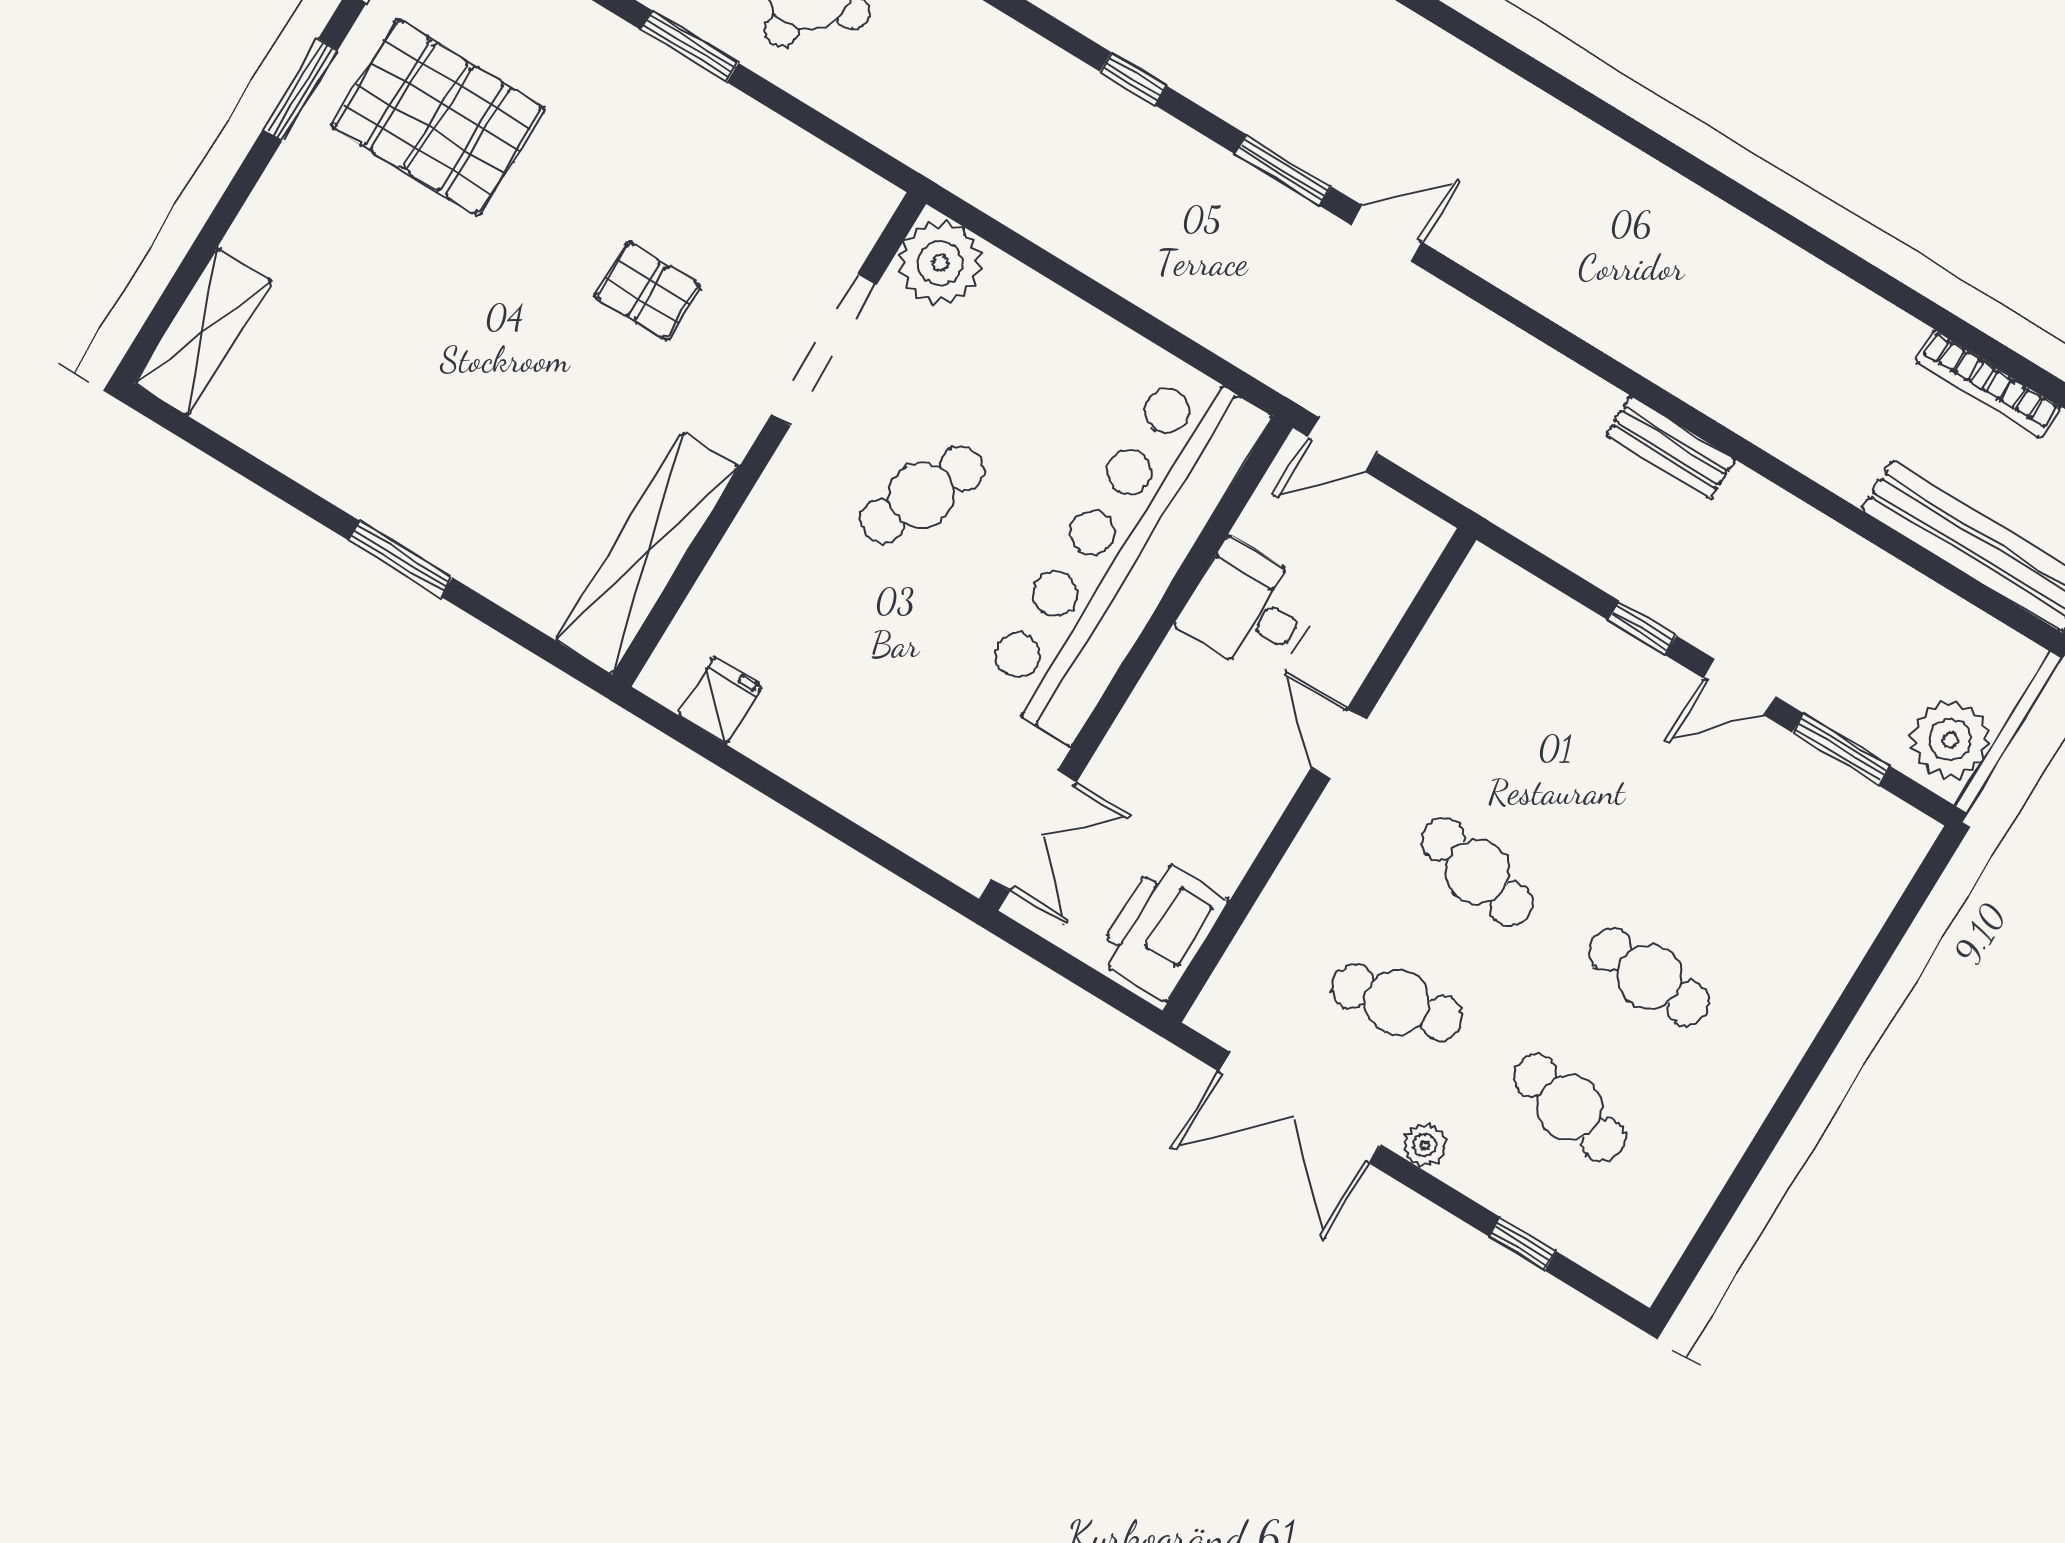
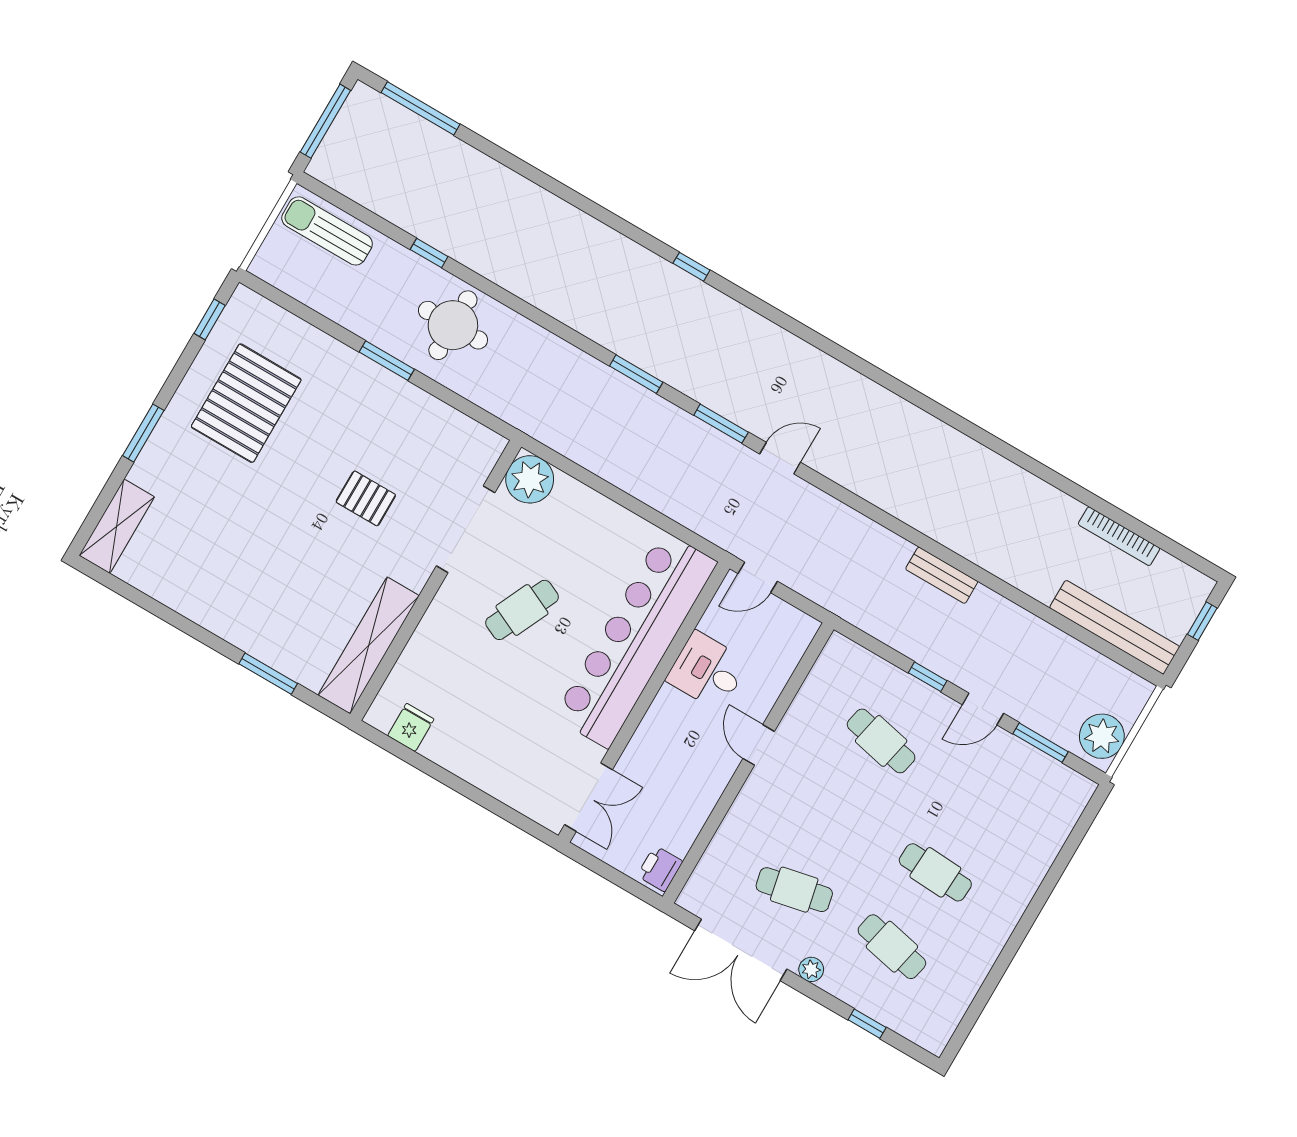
window: (1133, 79) -> (636, 374), width x1.50
window: (300, 90) -> (143, 433), moved
pallet: (438, 117) -> (246, 403), turned 90
window: (400, 559) -> (268, 674), moved
cafe table: (1477, 872) -> (881, 741), moved
printer: (1161, 929) -> (660, 869), width x0.53, depth x0.68

